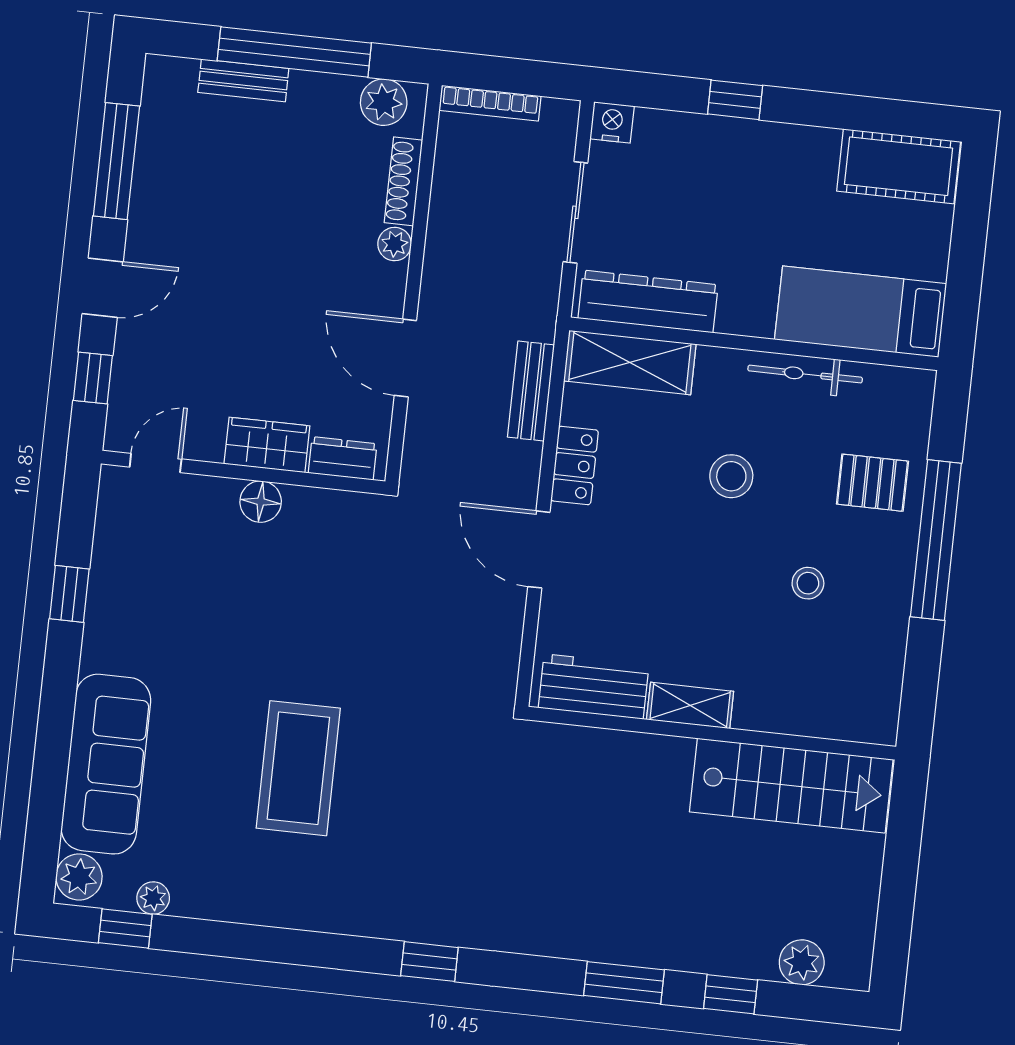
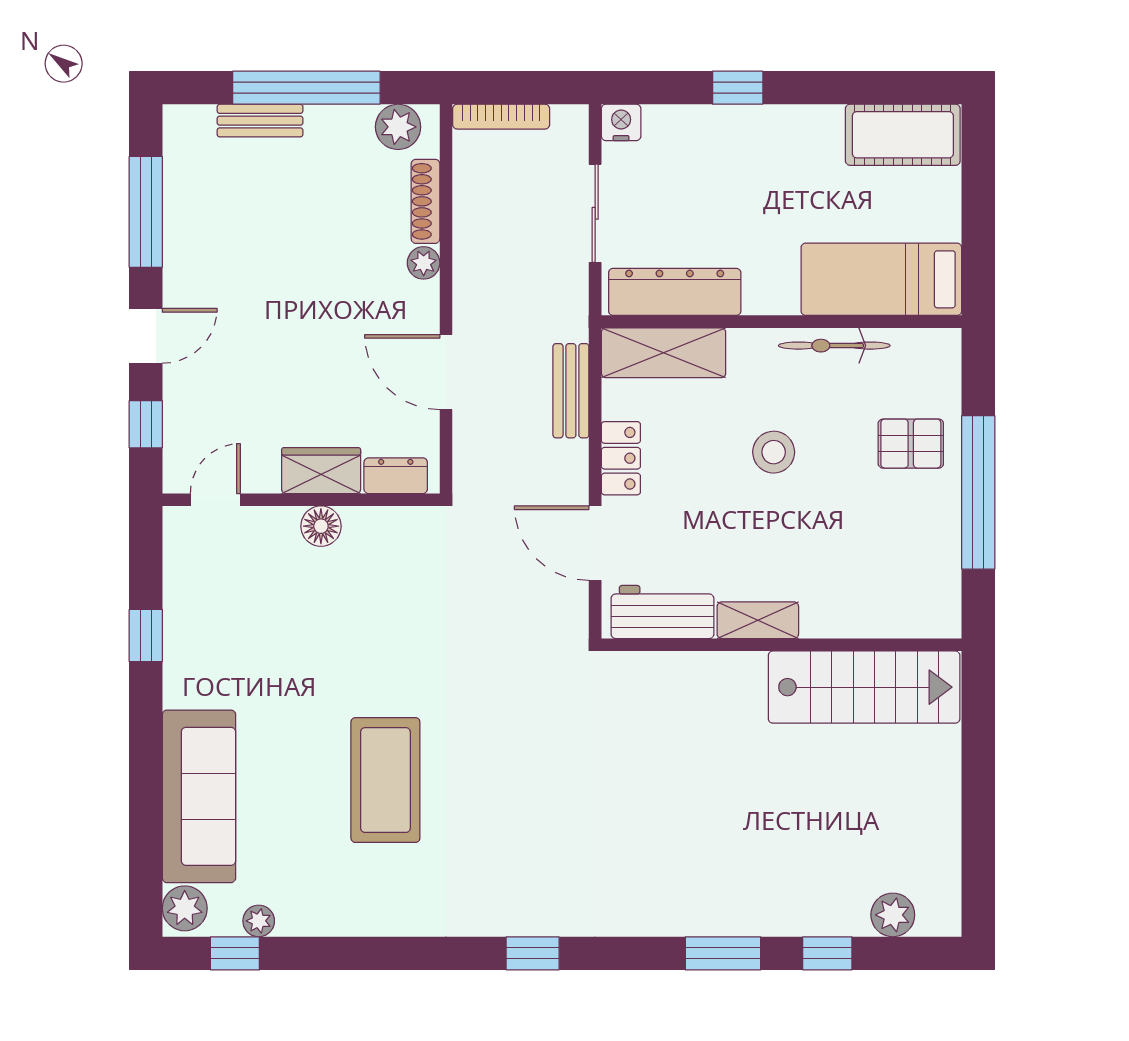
stool: (808, 583) -> (859, 548), removed
workbench: (594, 686) -> (662, 612), moved
shelving: (690, 705) -> (758, 620), moved
wall: (712, 733) -> (782, 645), moved
stairs: (791, 786) -> (864, 687), moved

